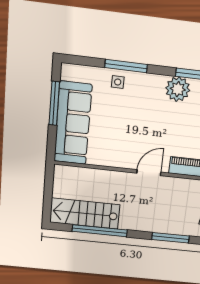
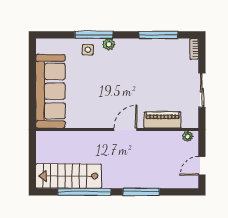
plant: (178, 89) -> (109, 44), moved, width x0.53, depth x0.53
window: (54, 103) -> (32, 75), removed
window: (170, 238) -> (141, 192), moved

